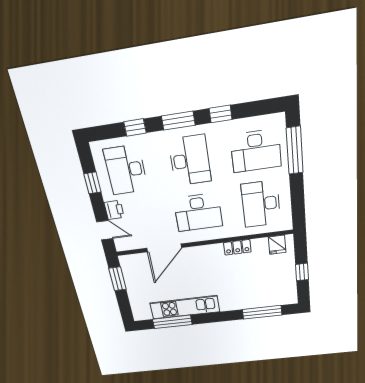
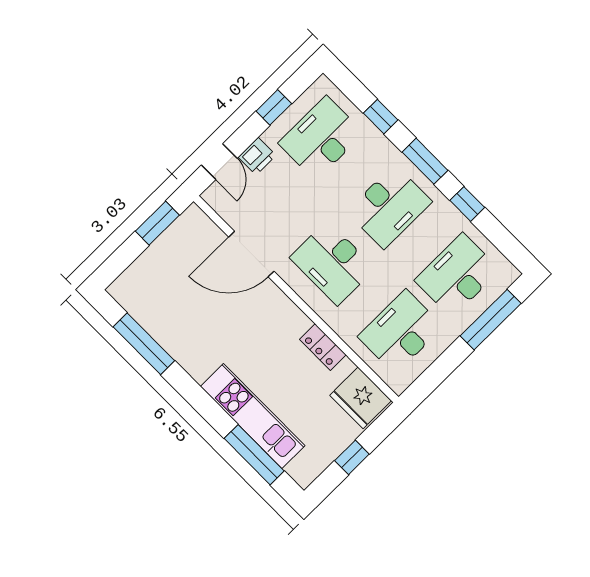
desk: (256, 151) -> (457, 275), turned 90
fridge: (277, 245) -> (361, 398), width x1.88, depth x1.34
kitchen unit: (185, 307) -> (253, 416), moved

